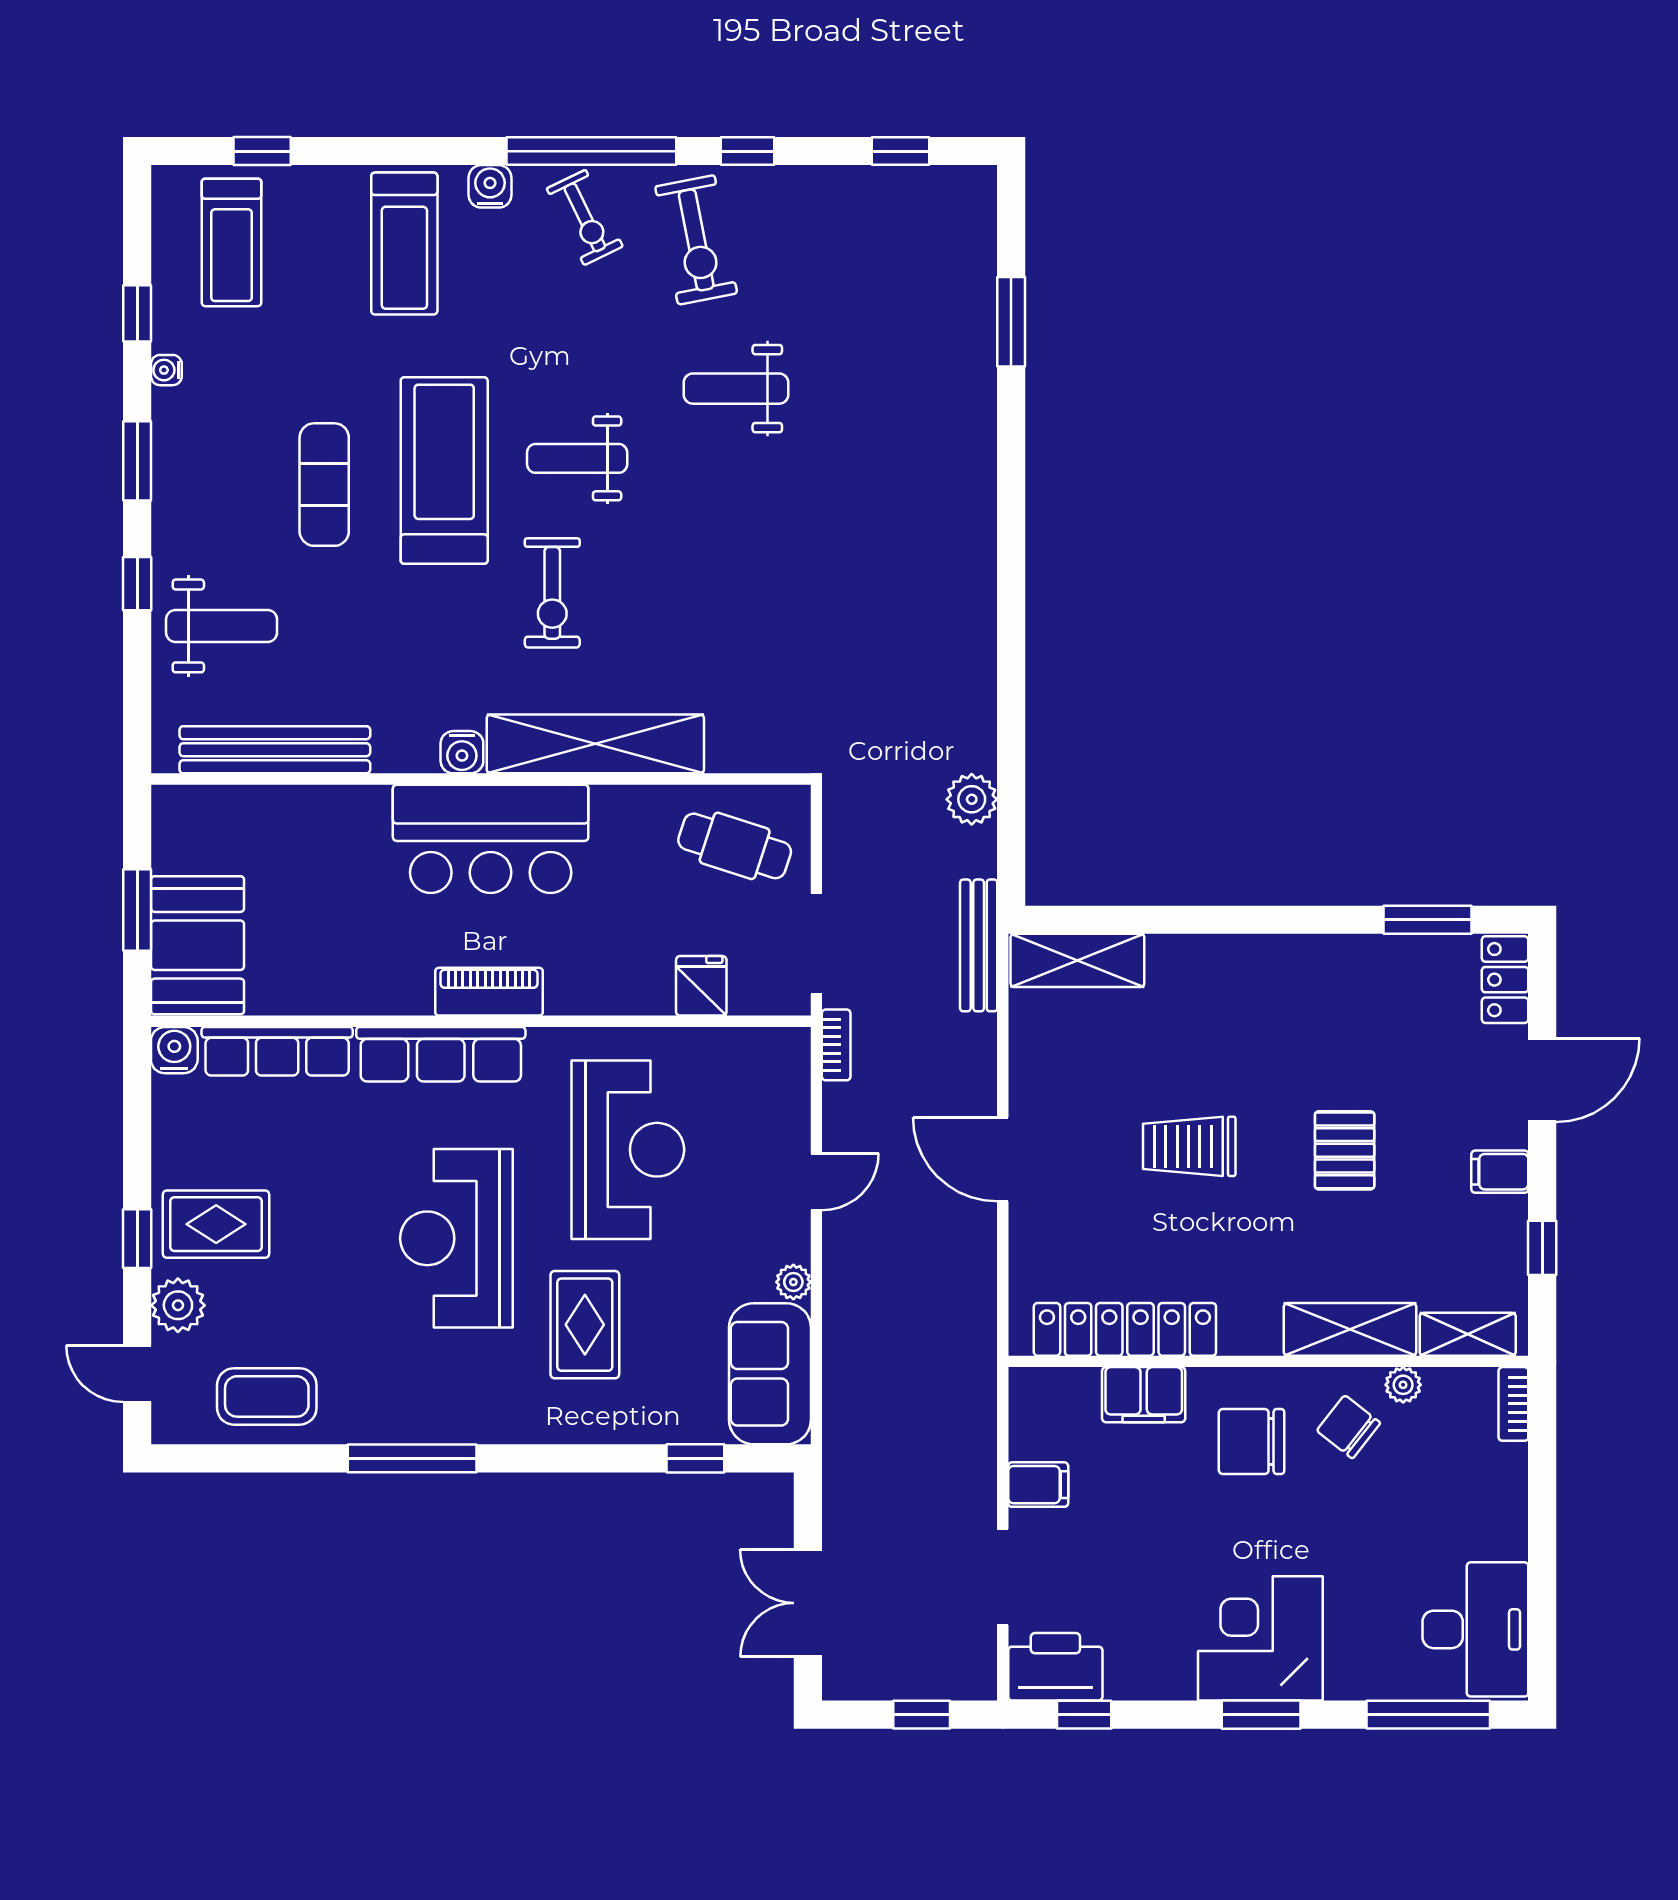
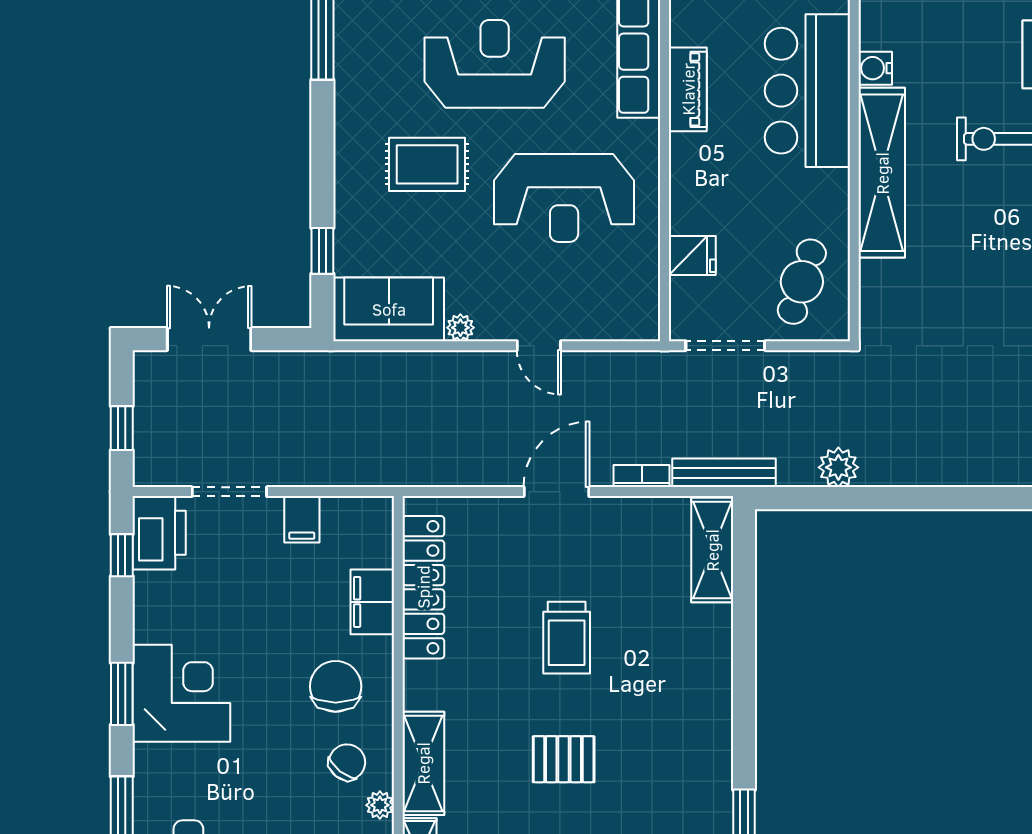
bookcase: (836, 1045) -> (642, 476), moved, turned 180
trolley: (1189, 1146) -> (567, 638), turned 180

